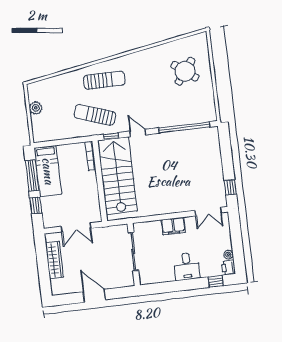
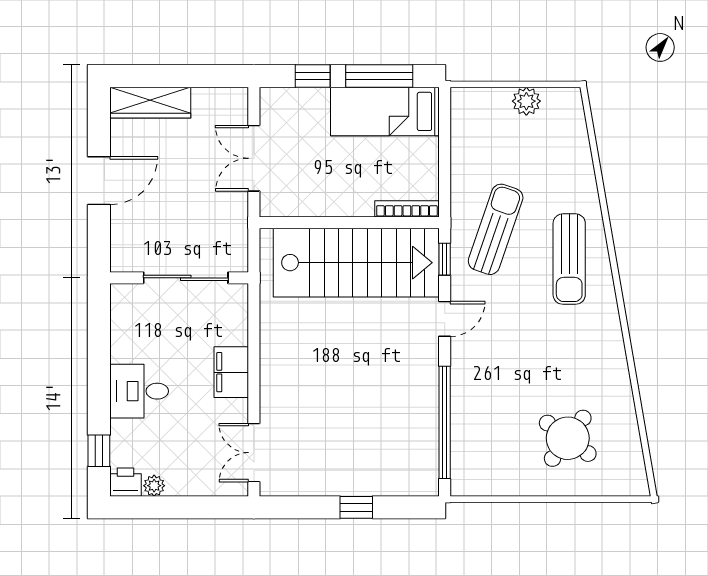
window: (230, 187) -> (356, 507), moved
wardrobe: (54, 260) -> (150, 103), moved

